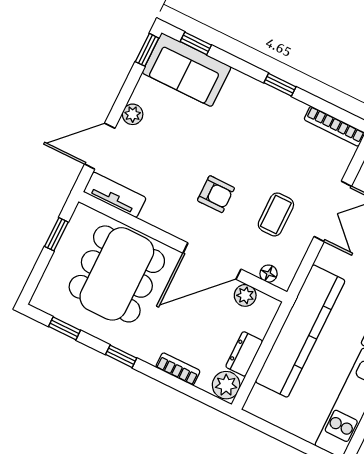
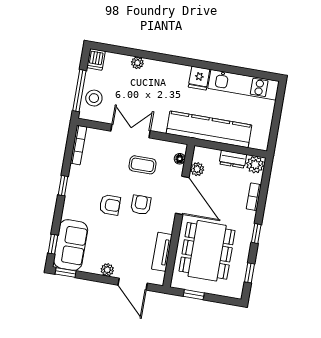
armchair: (230, 147) -> (110, 205), added
tv unit: (115, 195) -> (162, 252), moved
dining table: (117, 274) -> (207, 251), turned 90

